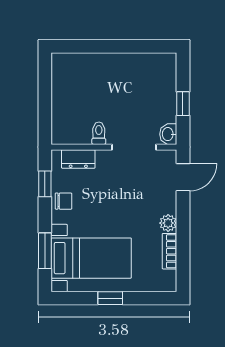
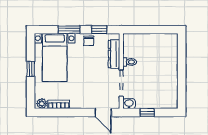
dresser: (78, 159) -> (114, 54), width x1.44
plant: (168, 223) -> (42, 104), moved
window: (45, 251) -> (69, 30), moved

